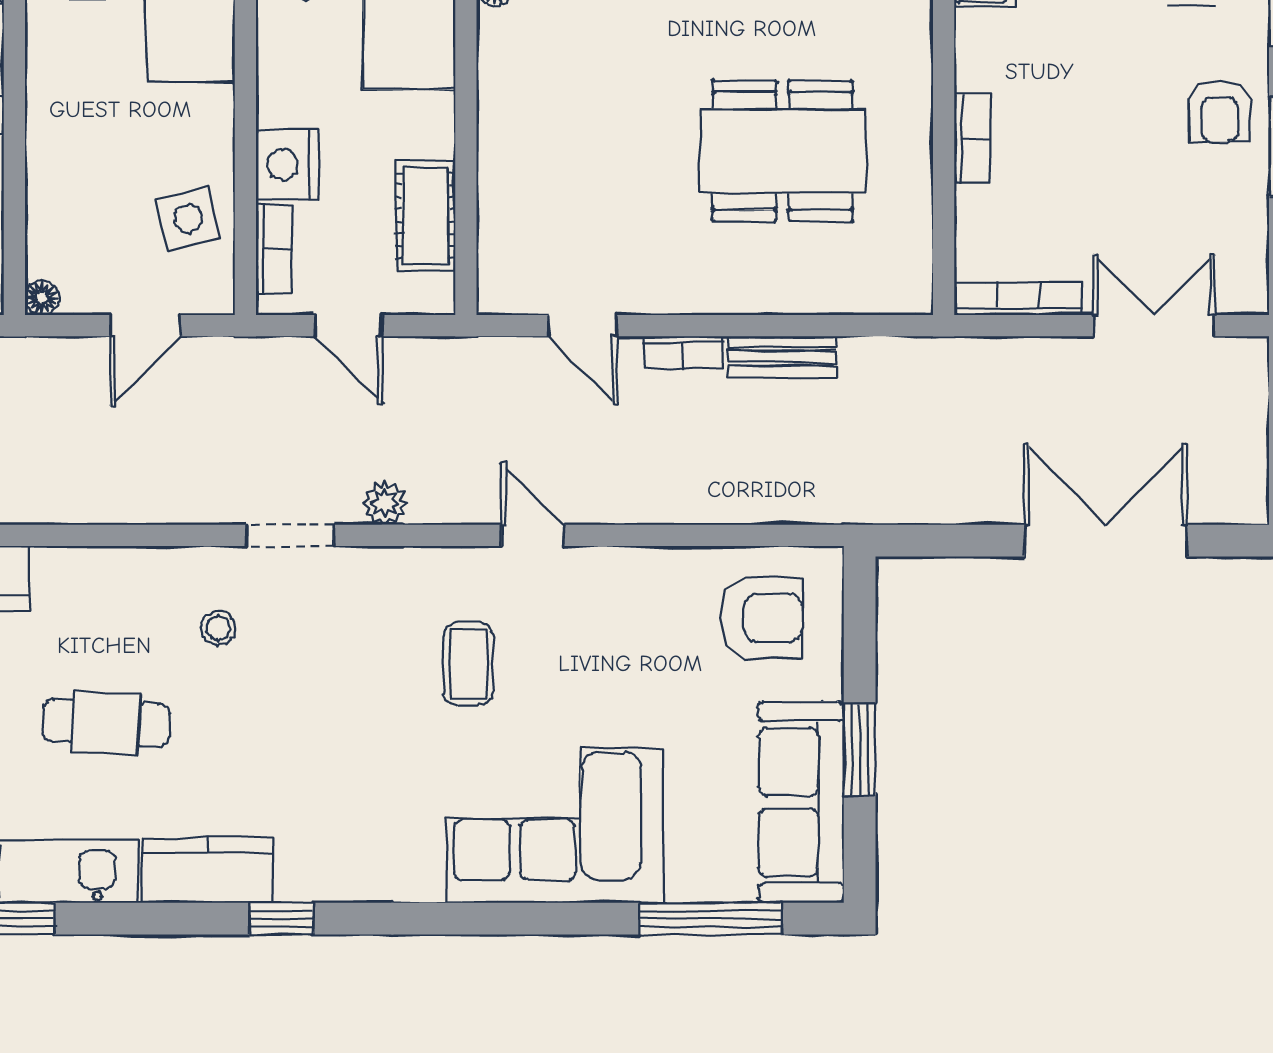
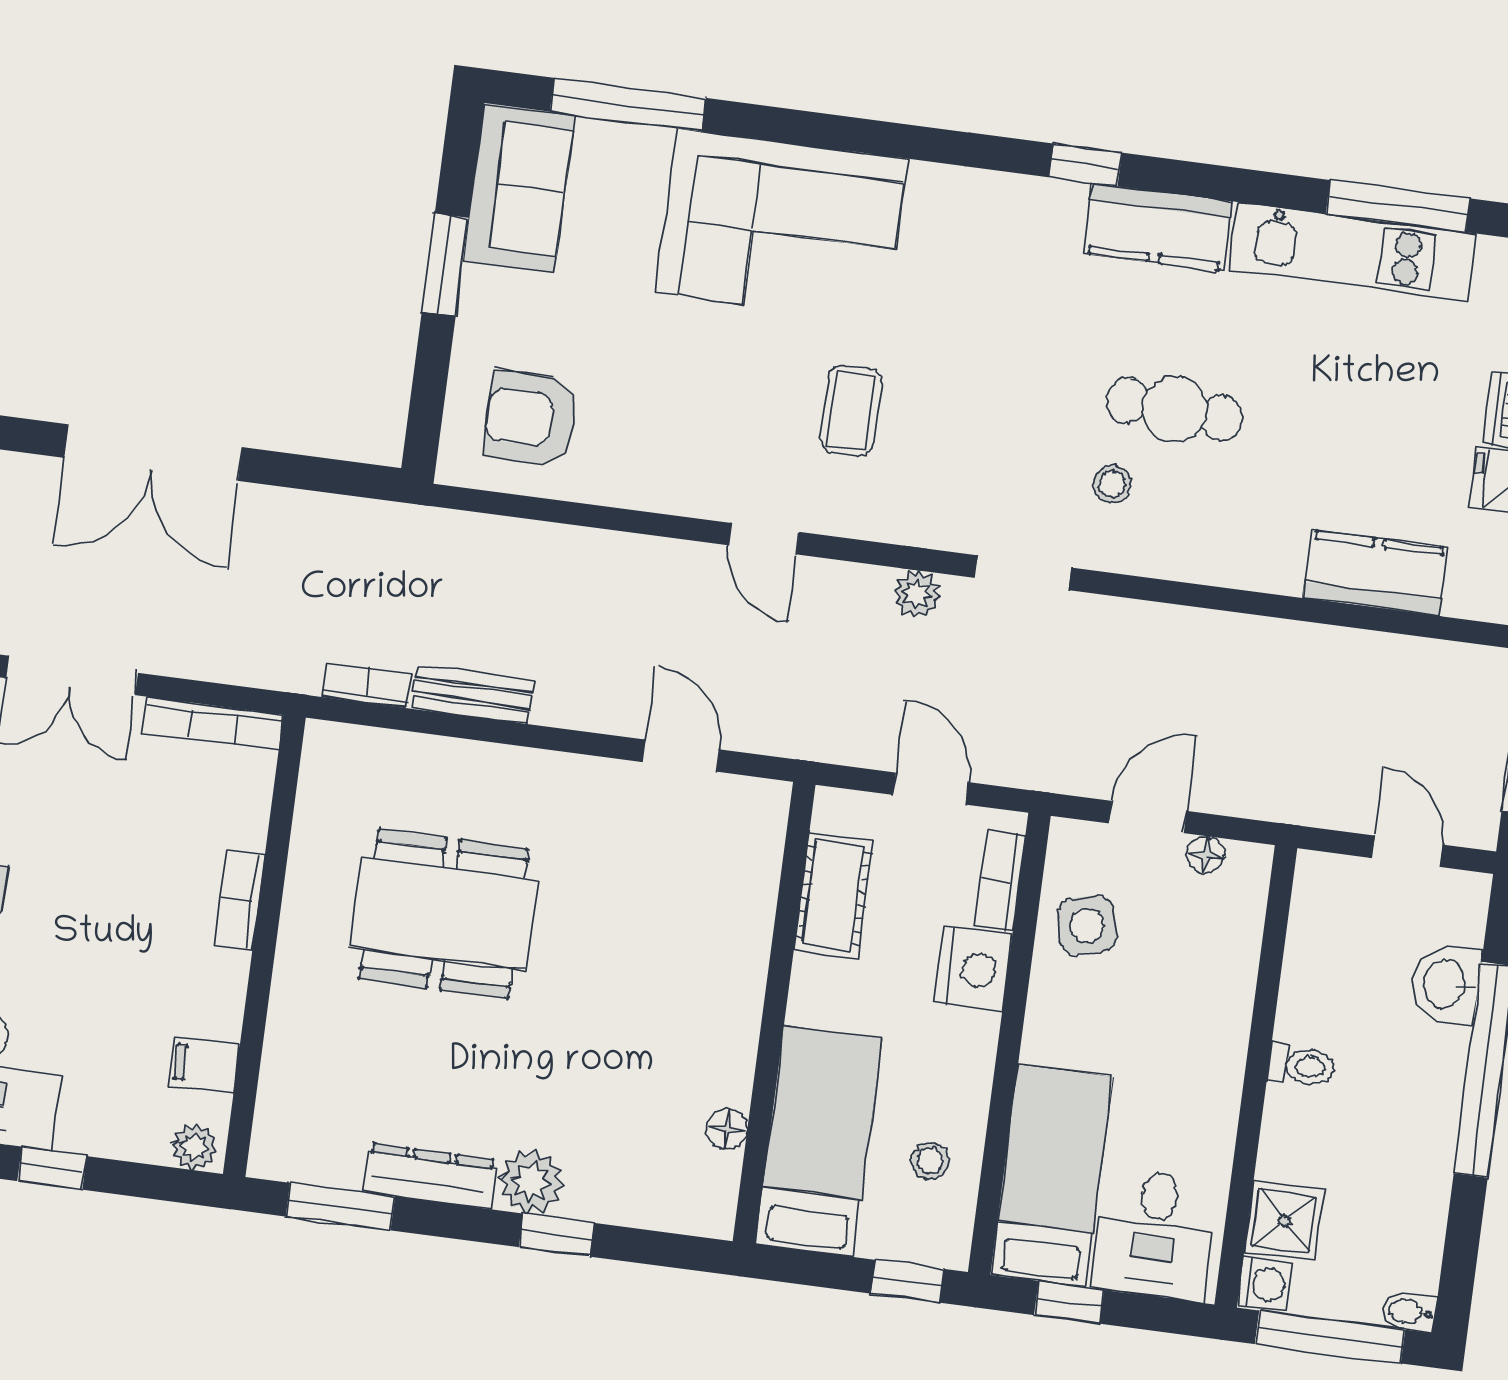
floor lamp: (42, 298) -> (1206, 855), moved
bookcase: (683, 352) -> (367, 686), moved
cafe table: (106, 723) -> (1174, 409), moved
sofa: (801, 802) -> (519, 188), width x0.73

